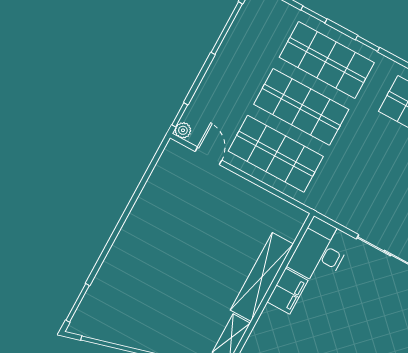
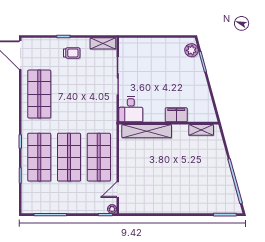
desk: (320, 252) -> (131, 109), width x0.73
shelving: (262, 277) -> (147, 131), moved
filing cabinet: (287, 291) -> (176, 115), moved

